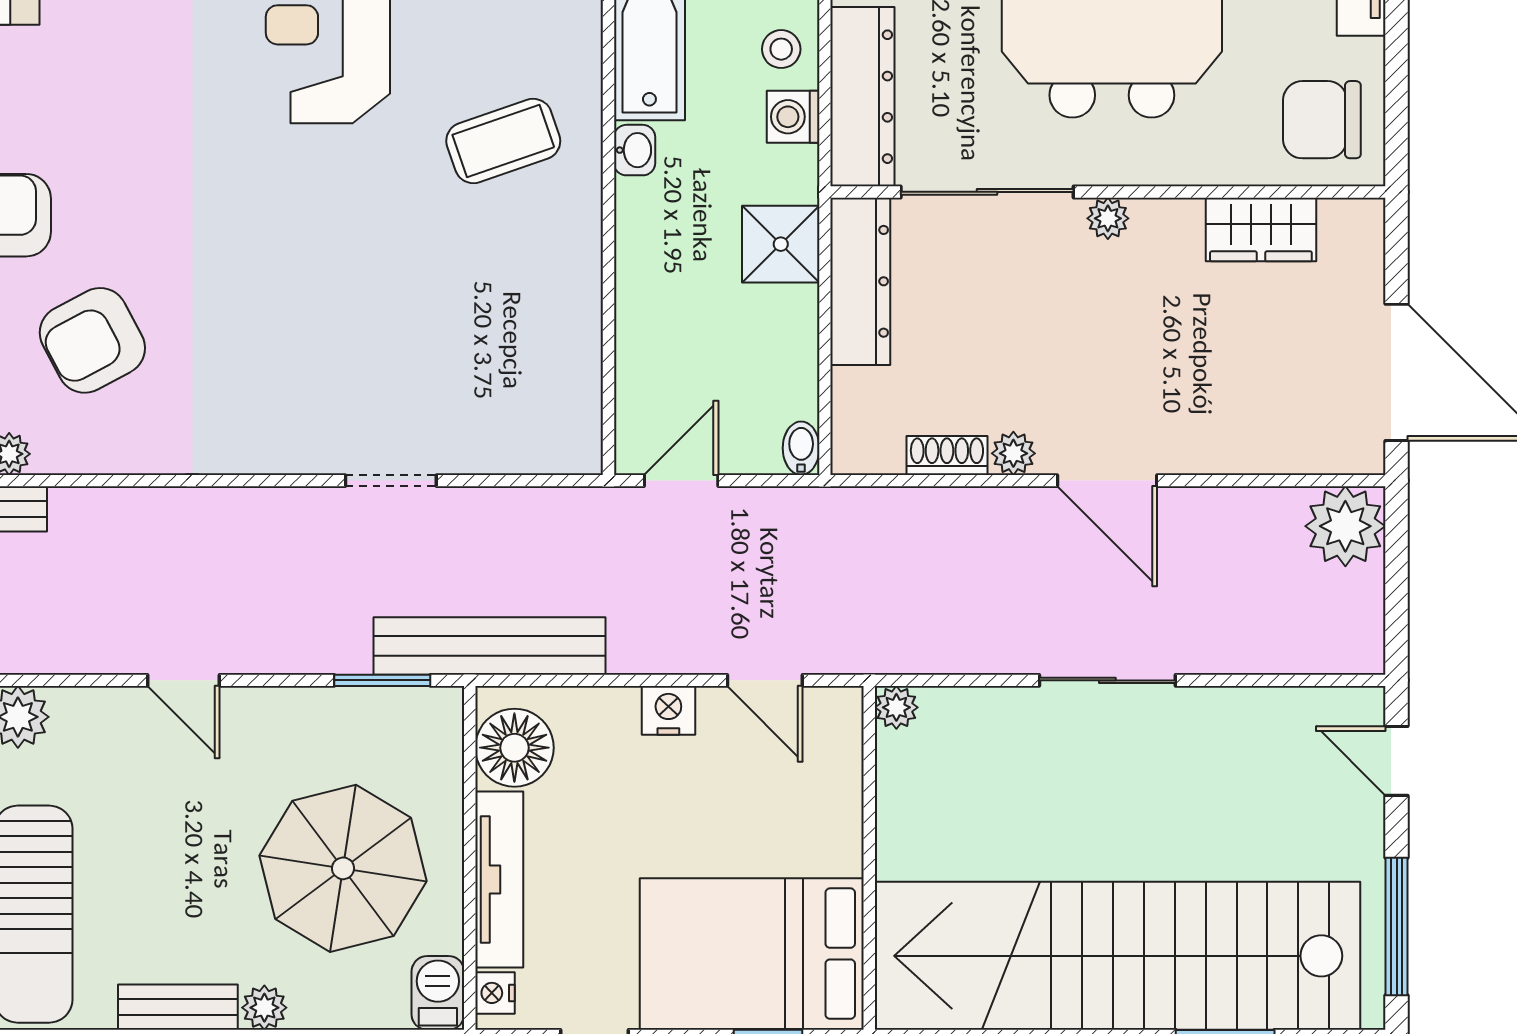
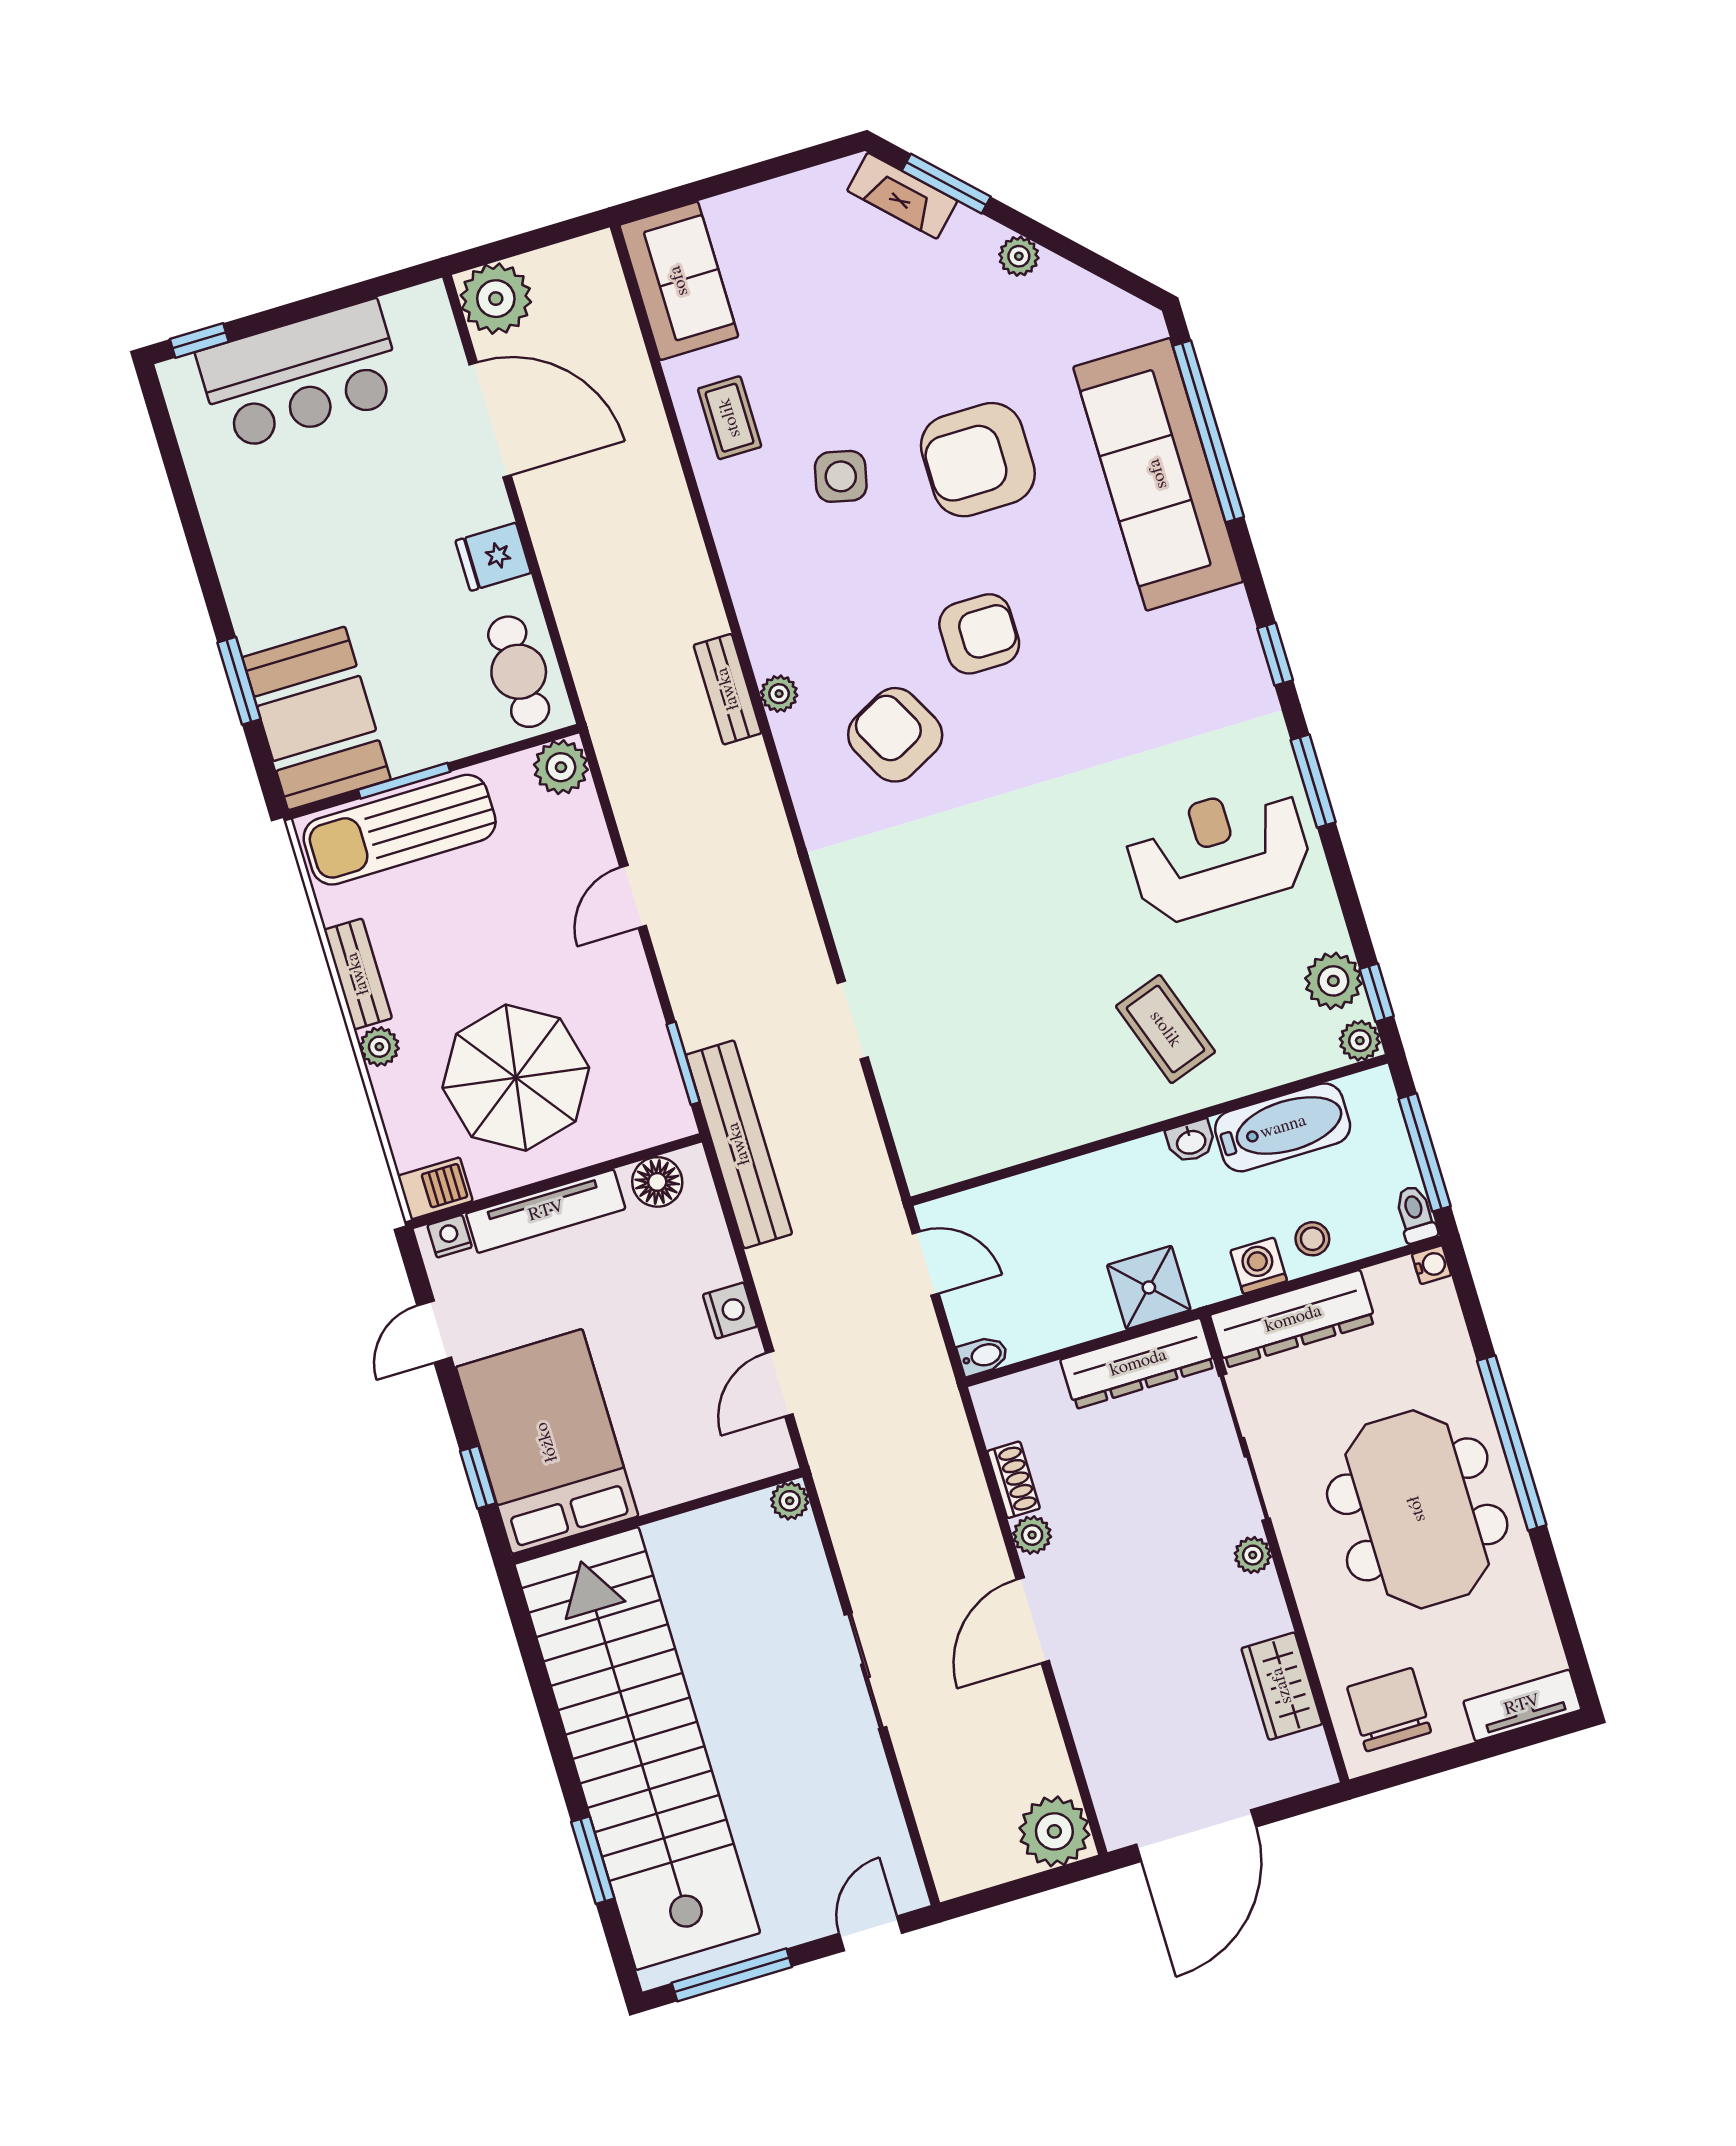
floor lamp: (514, 748) -> (657, 1182), width x0.73, depth x0.73

